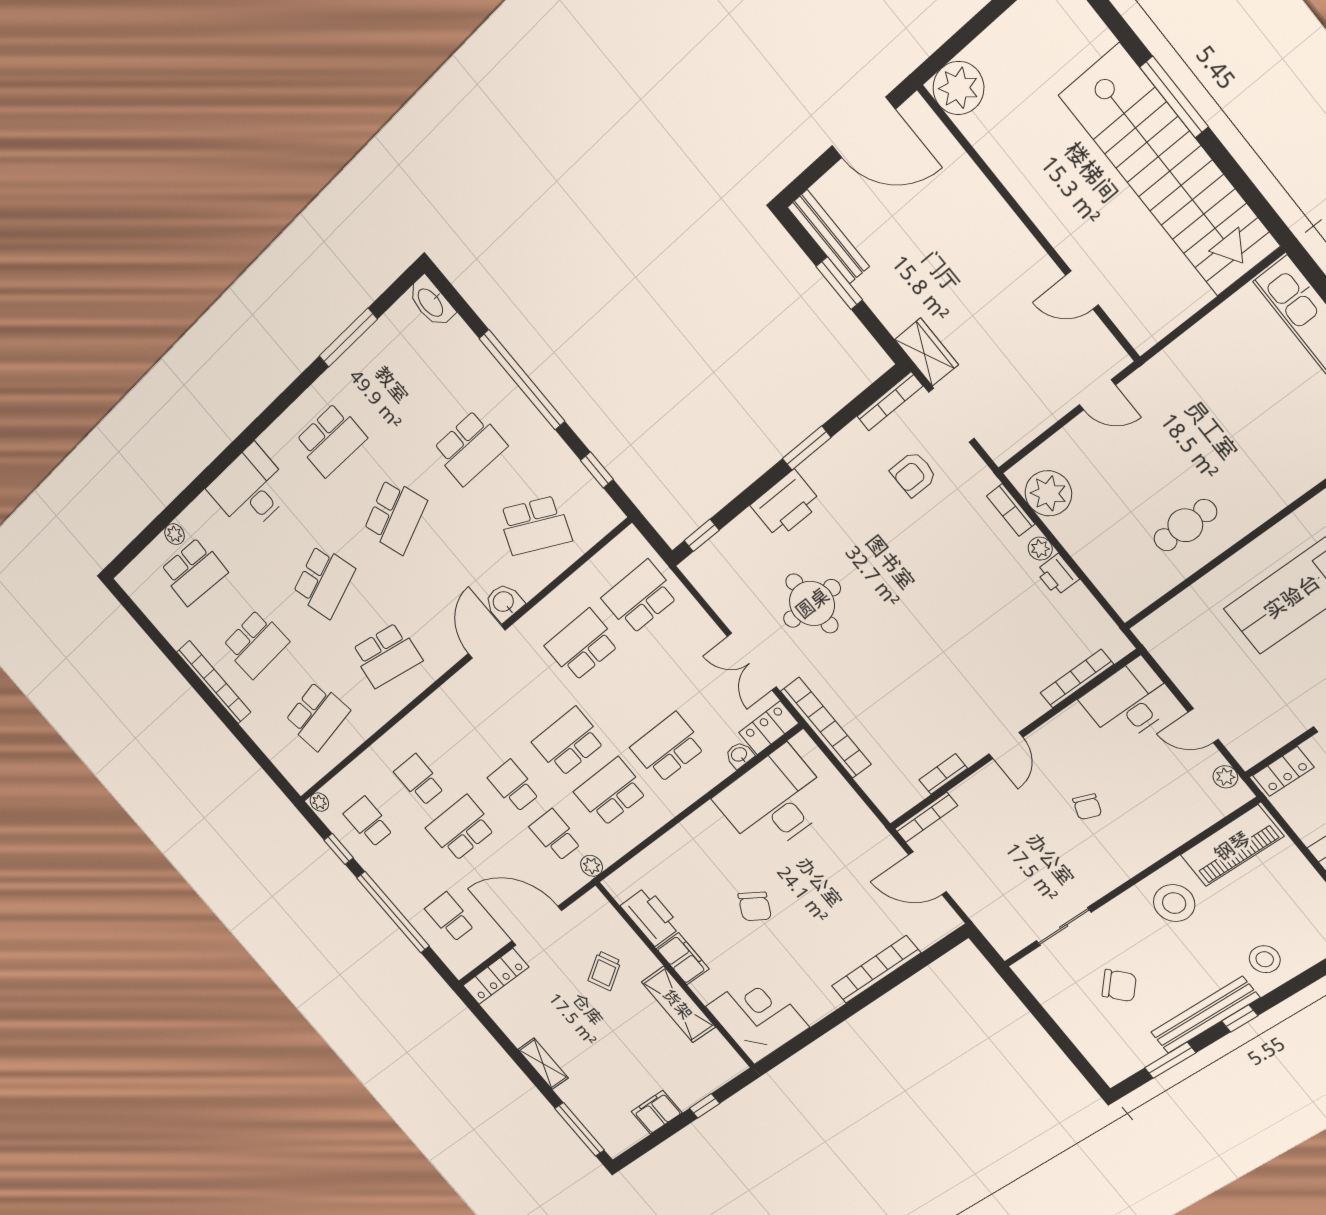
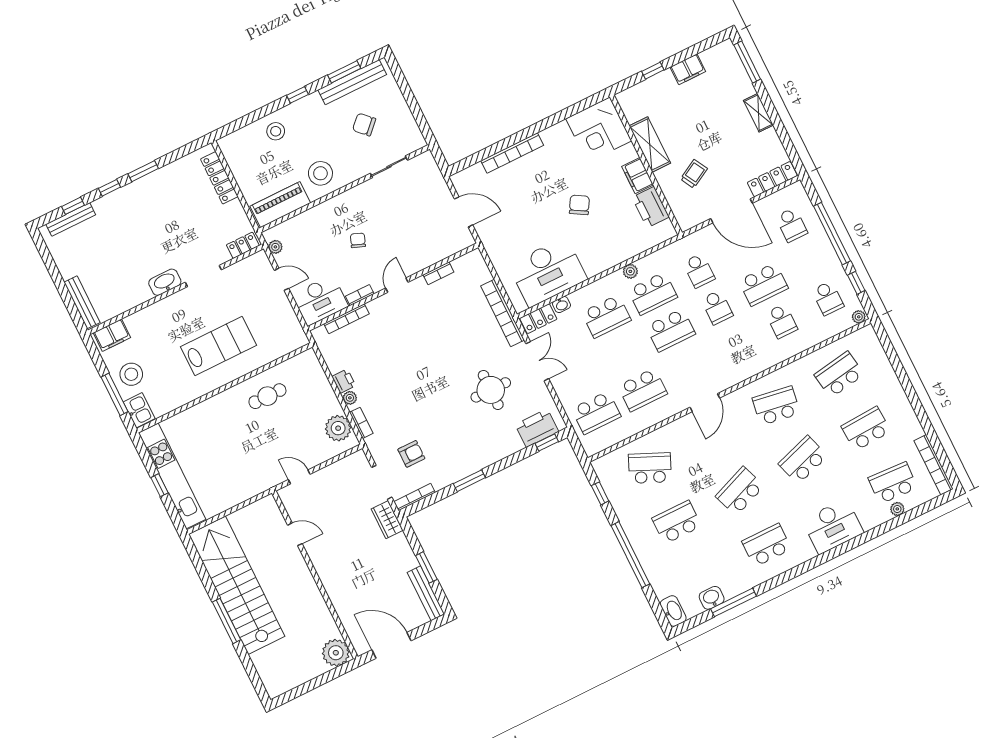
printer: (786, 504) -> (537, 428), moved
washbasin: (504, 602) -> (712, 598), moved, turned 180
bookcase: (214, 682) -> (934, 465), moved
bookcase: (926, 817) -> (360, 295), moved, width x0.64
plant: (592, 866) -> (630, 271), moved
bench: (1205, 1015) -> (352, 82), moved

